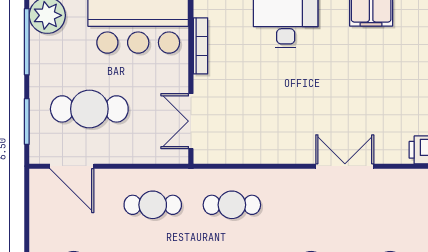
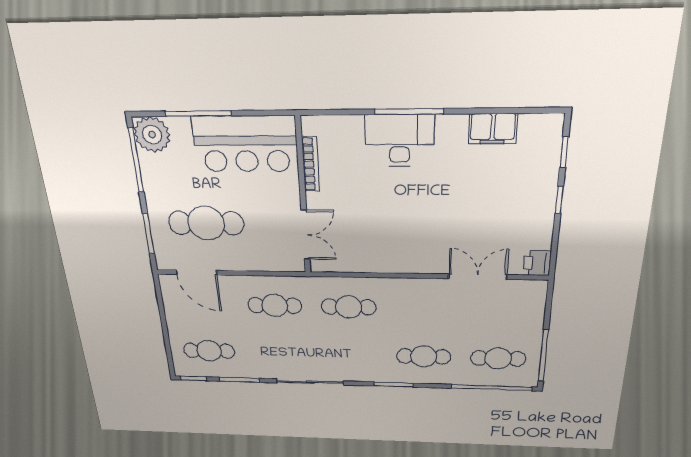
double door: (191, 121) -> (305, 235), swing flipped
double door: (345, 166) -> (478, 277), moved

